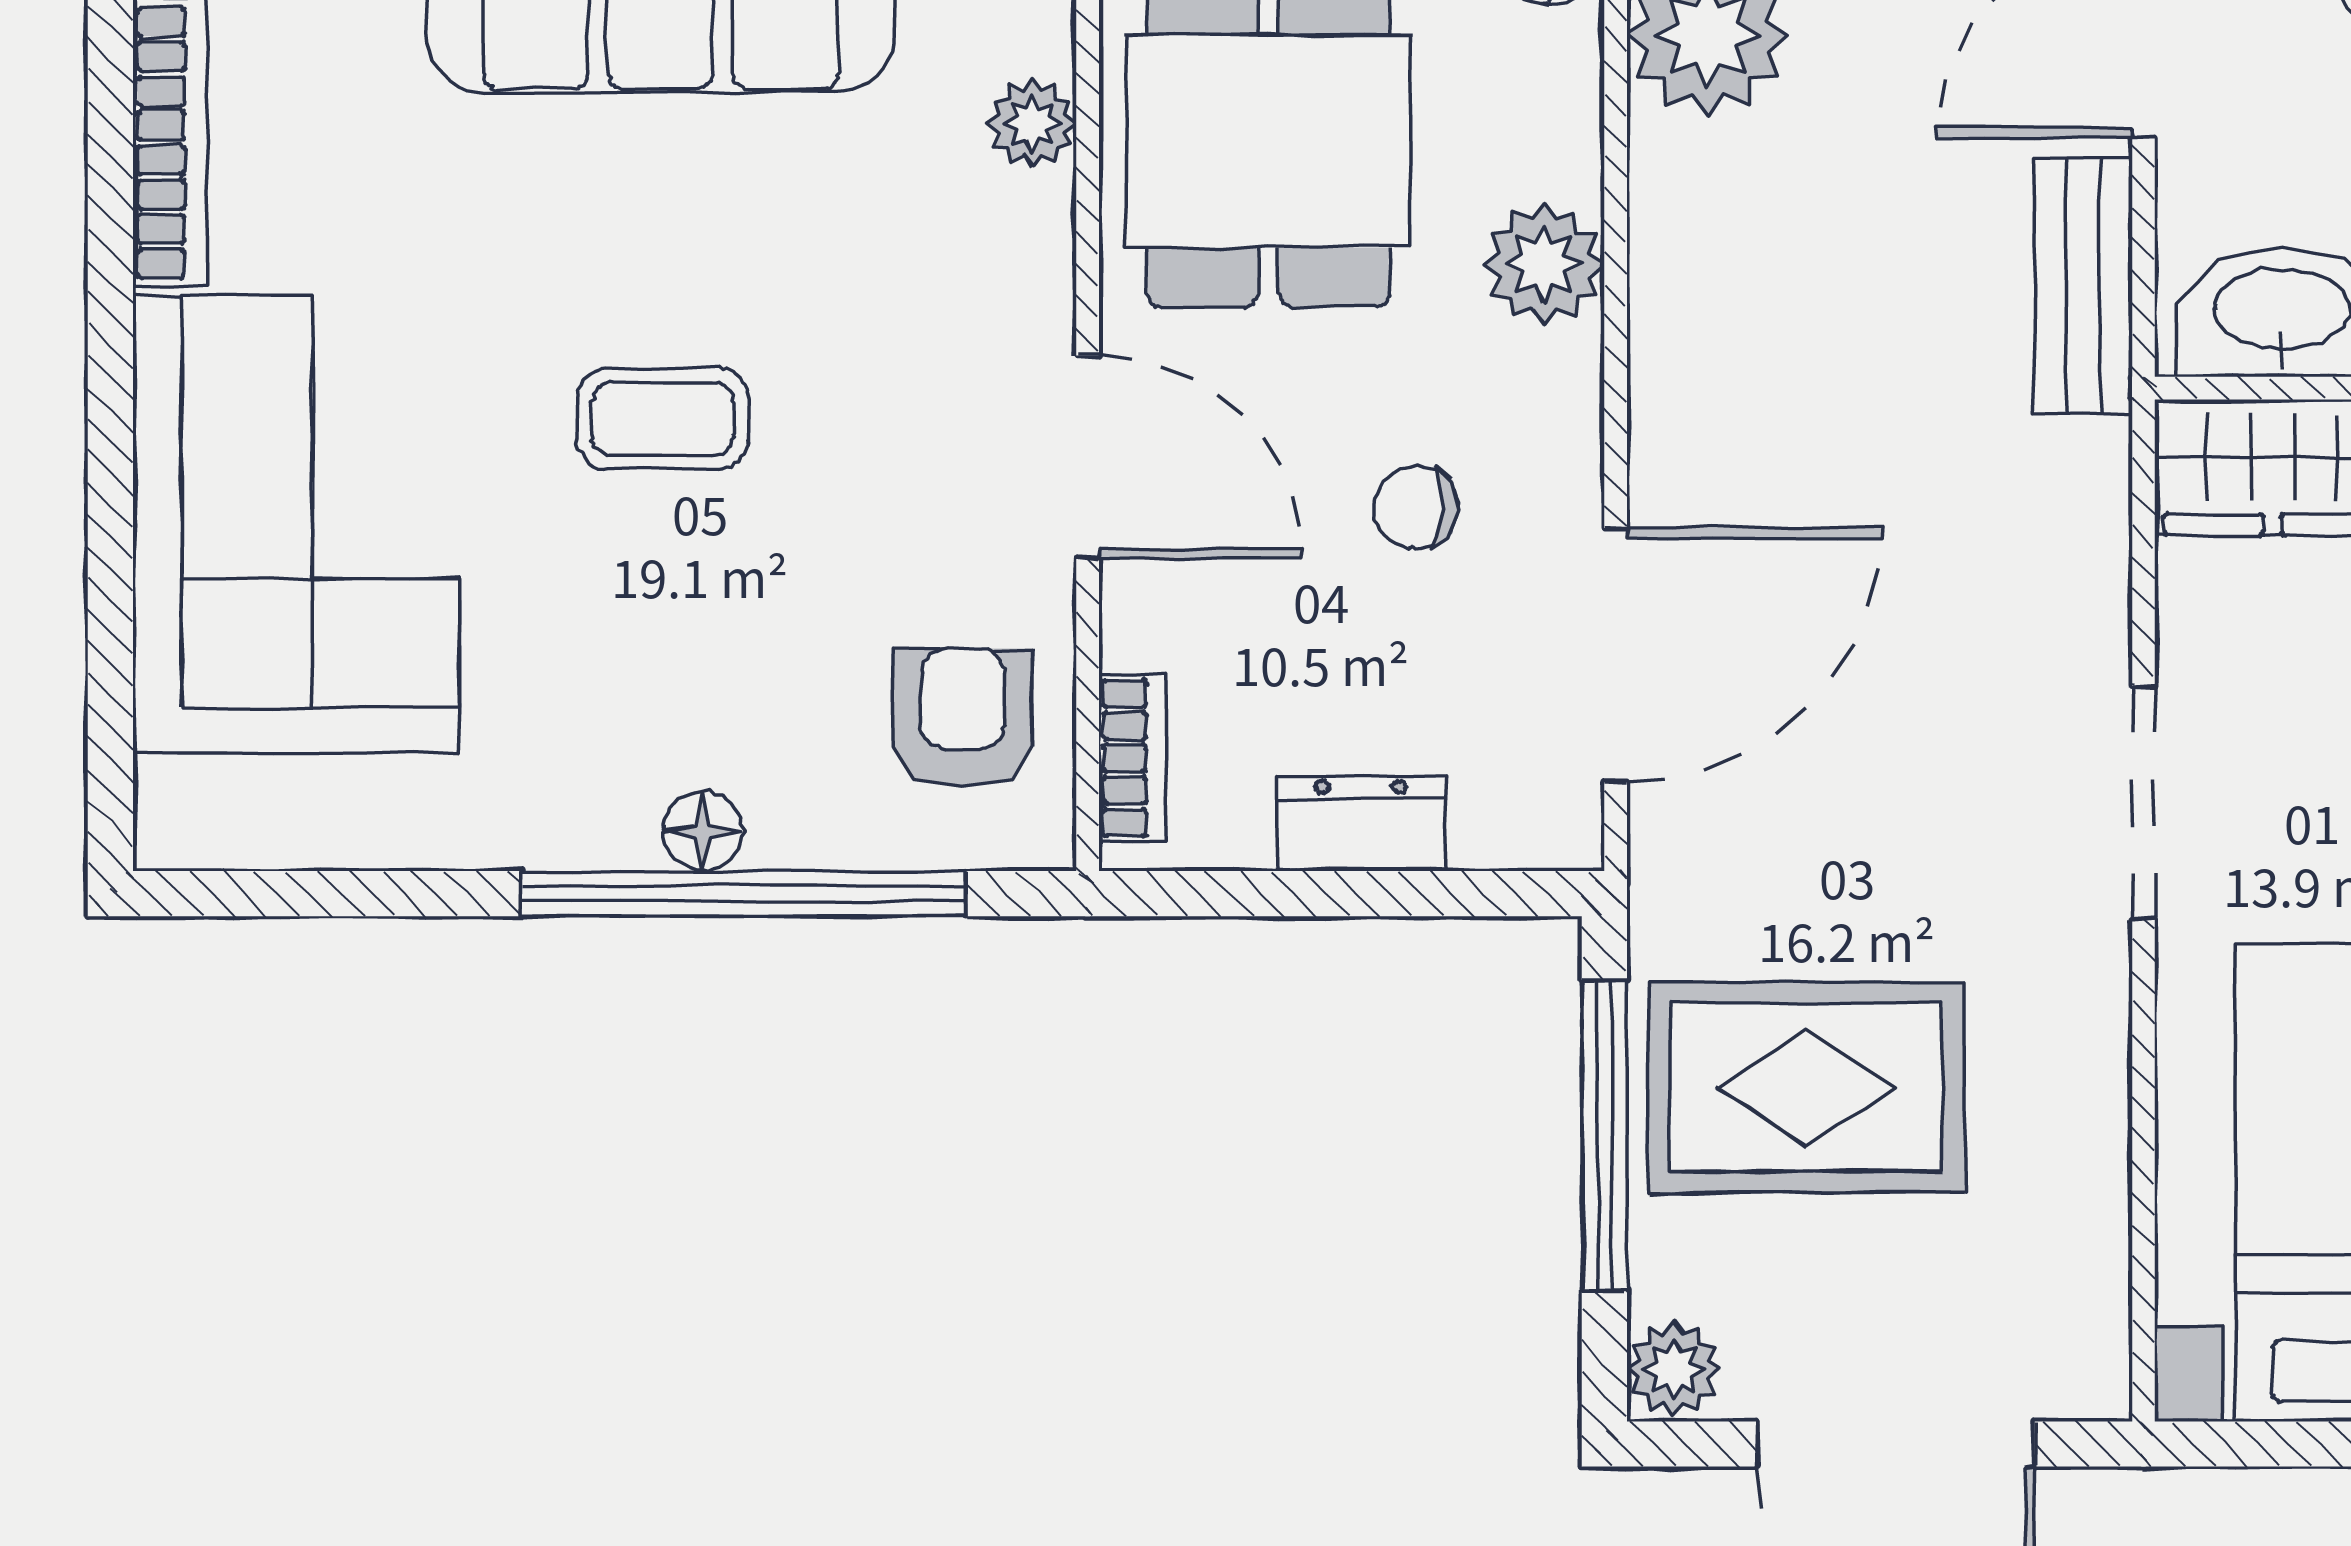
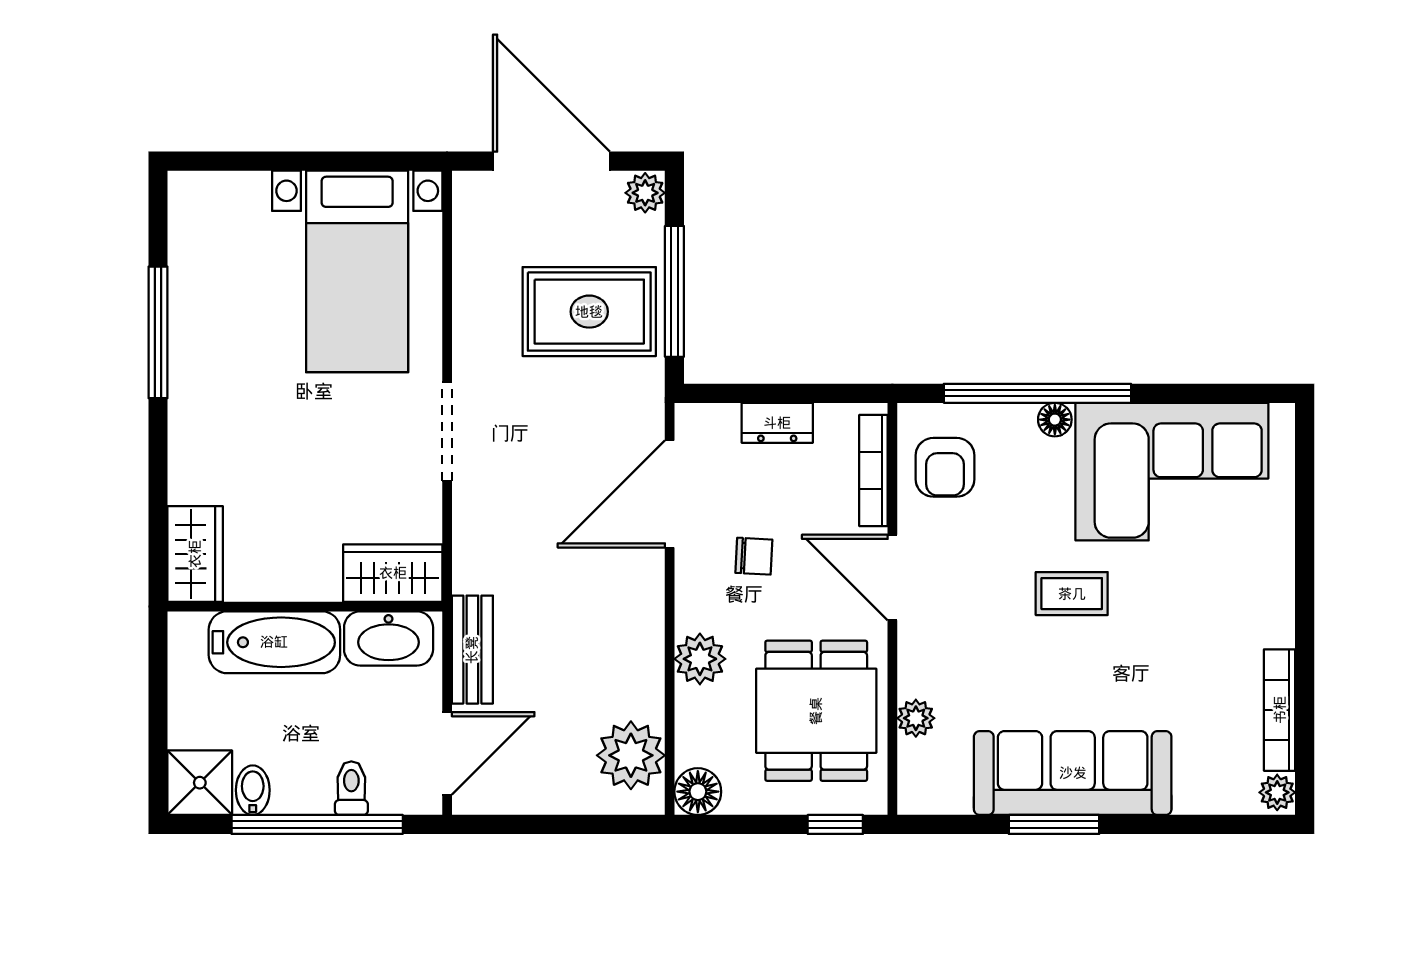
corner sofa: (296, 524) -> (1172, 472), moved, turned -90
bookcase: (1133, 758) -> (873, 470), width x1.56

